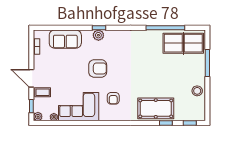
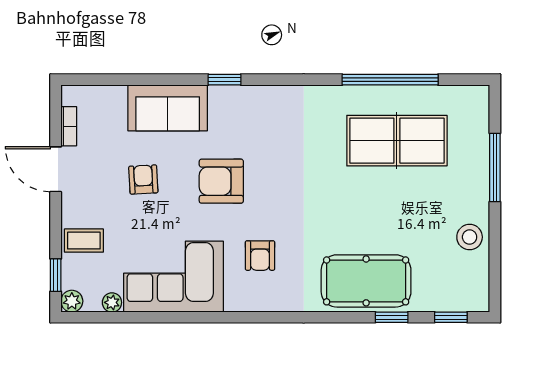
plant: (98, 35) -> (223, 98), removed
sofa: (65, 39) -> (168, 108), moved
table tennis table: (183, 43) -> (397, 141), moved
armchair: (66, 68) -> (143, 179), added
armchair: (98, 68) -> (221, 181), turned 180
door: (31, 78) -> (56, 169), moved

